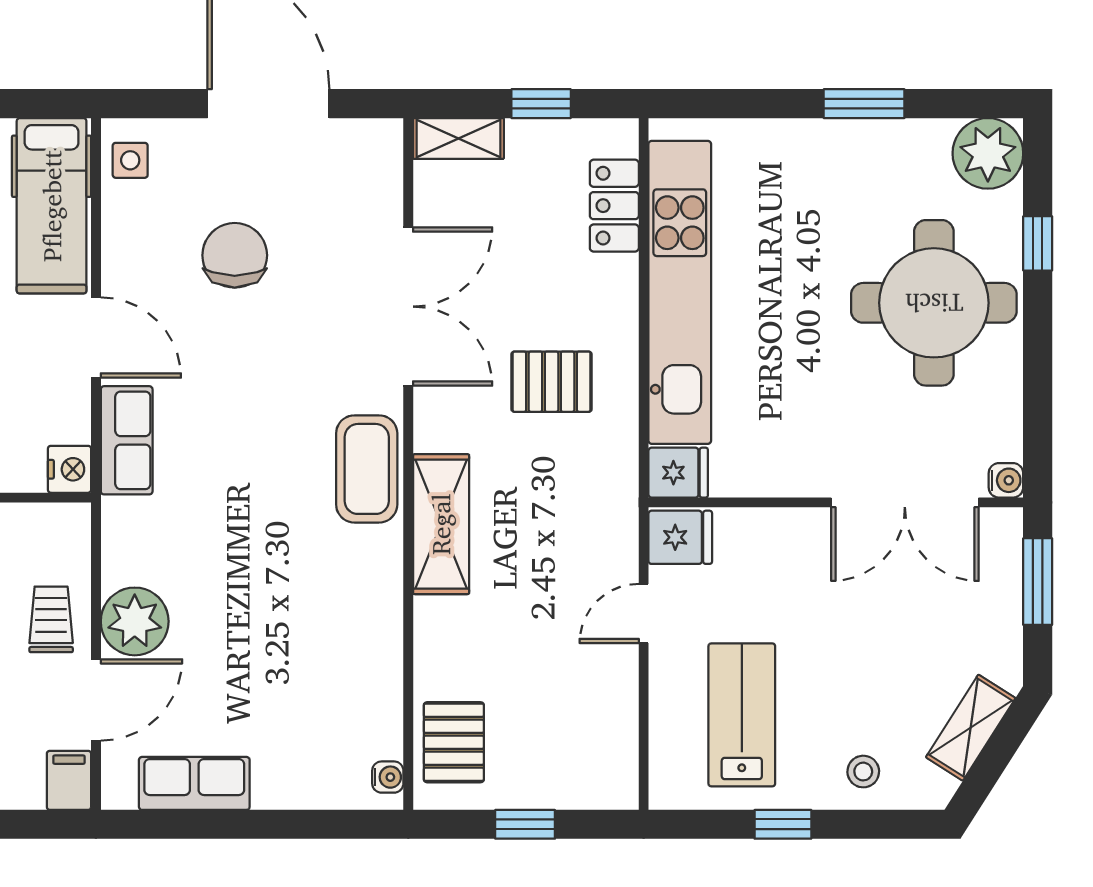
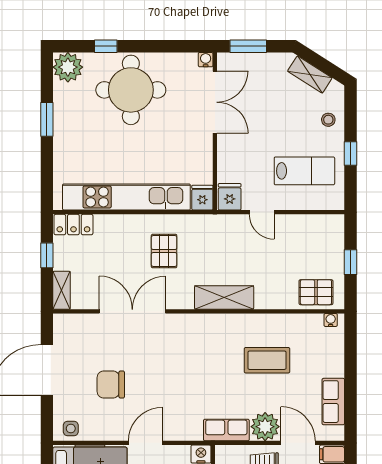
locker: (614, 206) -> (73, 225), moved
row of seats: (127, 440) -> (226, 430), moved
coffee table: (367, 469) -> (267, 360), moved
lab bench: (742, 715) -> (304, 171), turned 180

